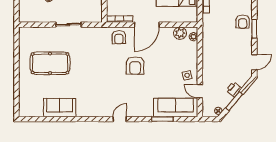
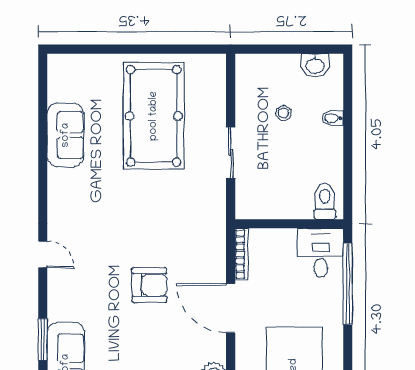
armchair: (119, 37) -> (206, 253), removed
pool table: (50, 63) -> (154, 116), width x1.36, depth x1.32
armchair: (135, 66) -> (149, 285), turned 180

